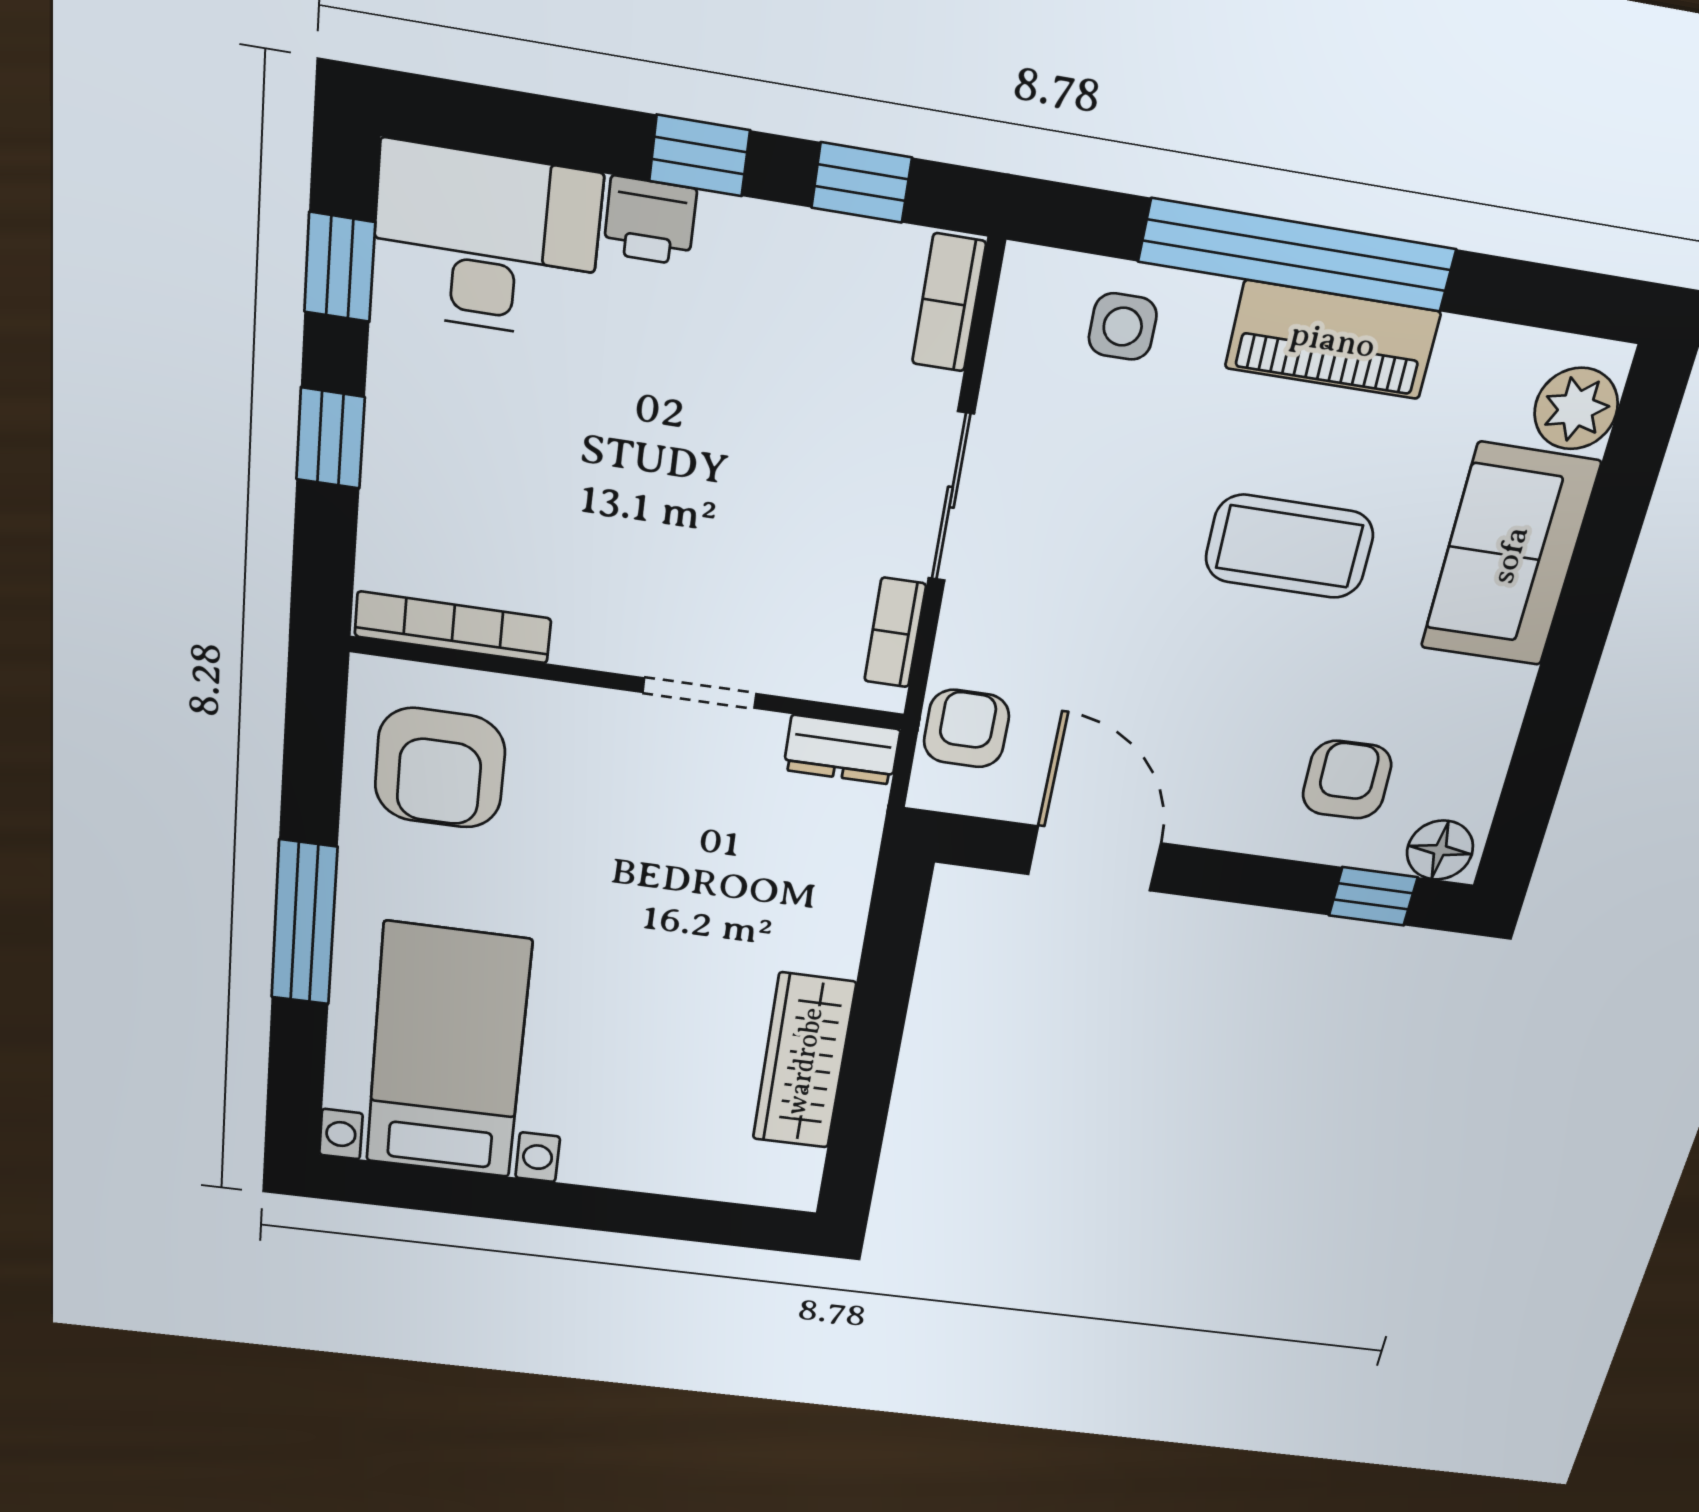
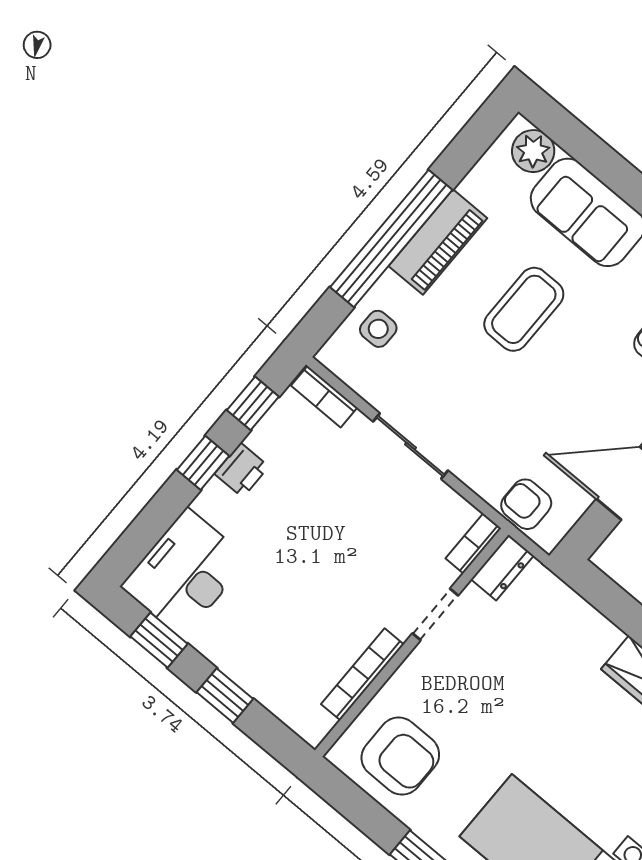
printer: (650, 221) -> (242, 470), moved
bookcase: (453, 627) -> (362, 674), moved
bookcase: (895, 633) -> (473, 543), moved, turned 90

